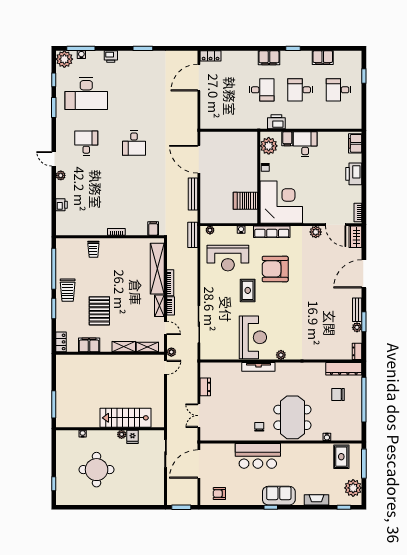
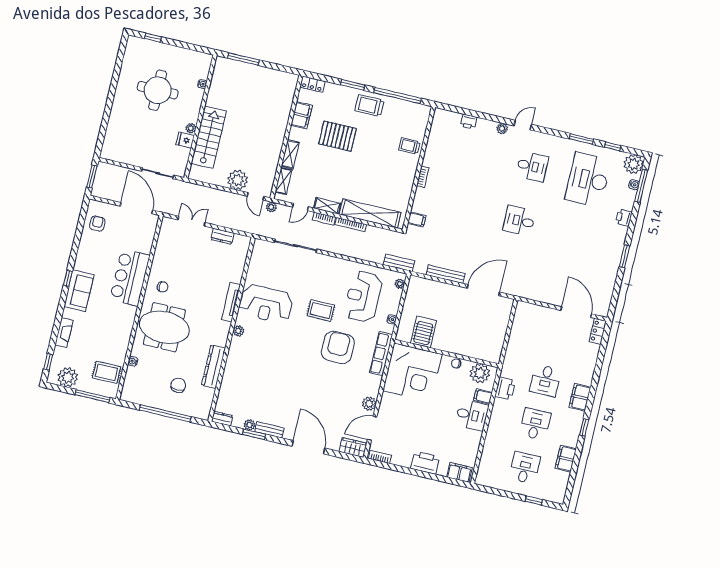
dresser: (344, 369) -> (213, 367), moved
plant: (156, 385) -> (238, 180), added

